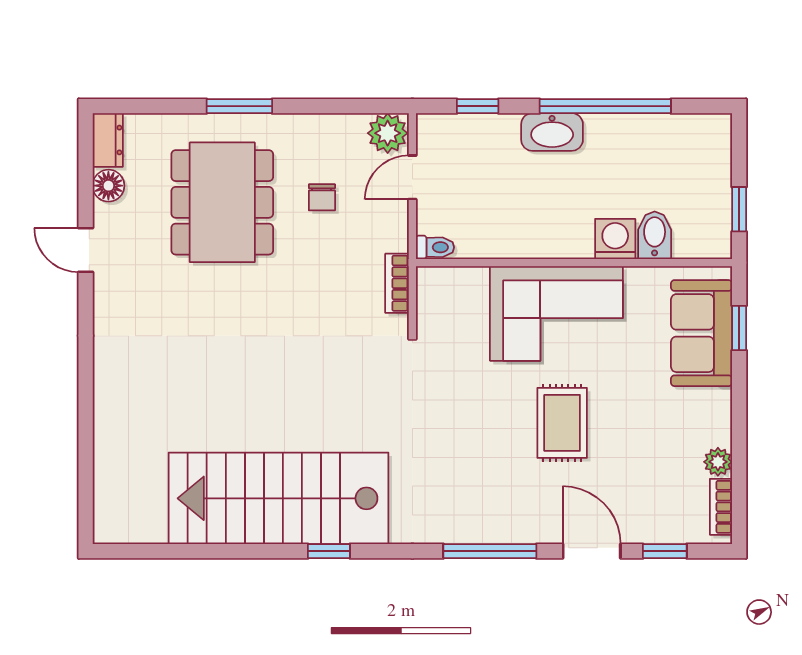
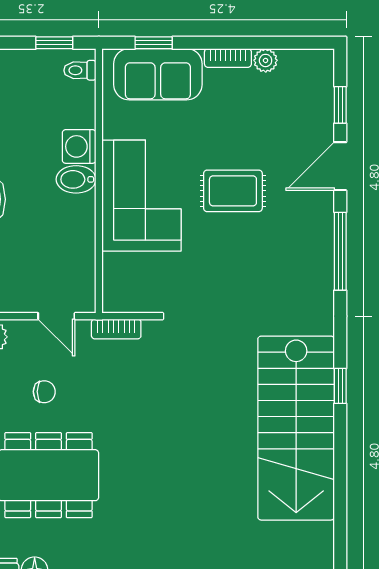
door: (412, 177) -> (56, 316), moved
bidet: (655, 235) -> (76, 179), moved
toilet: (435, 247) -> (80, 70), moved, turned -90
bookcase: (721, 507) -> (228, 58), moved

